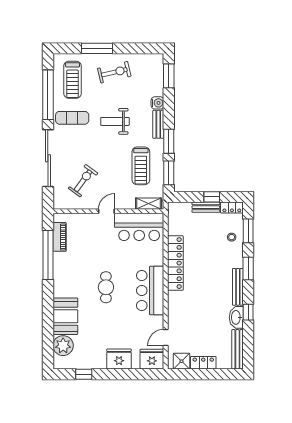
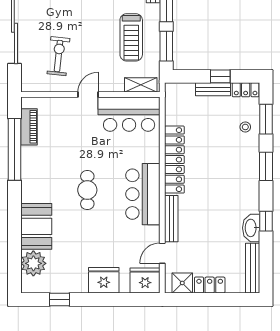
exercise bike: (83, 181) -> (59, 56), turned -30
bench: (238, 287) -> (171, 219), moved

